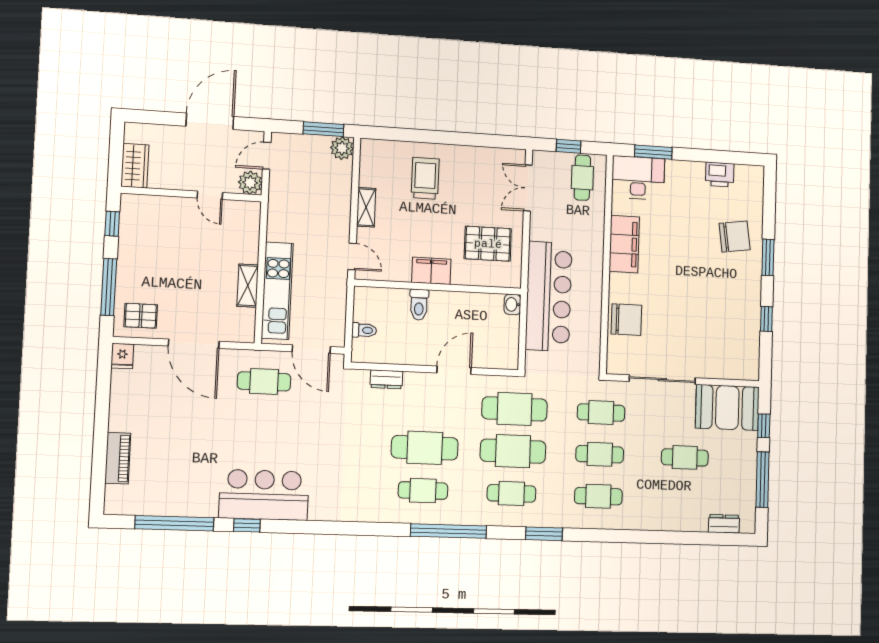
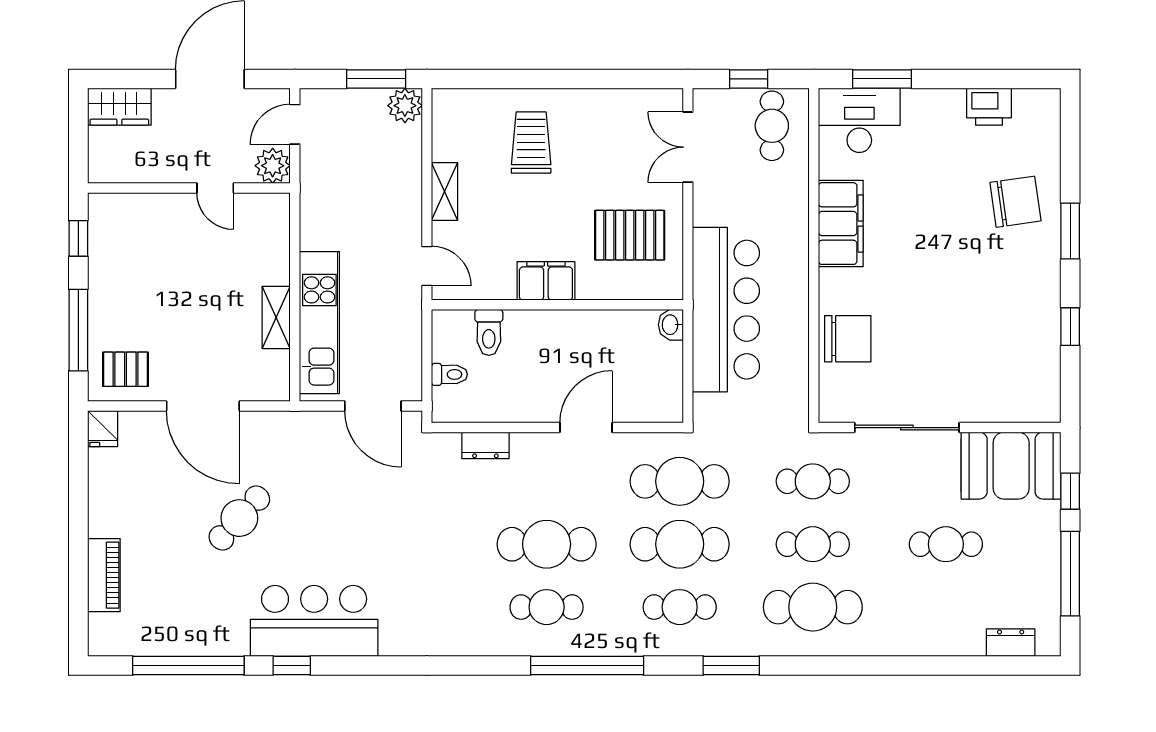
wardrobe: (135, 166) -> (119, 107), moved, turned 90
toilet: (419, 305) -> (489, 332), moved
cafe table: (264, 381) -> (239, 518), moved, turned -48
cafe table: (598, 496) -> (813, 607), width x1.37, depth x1.35

